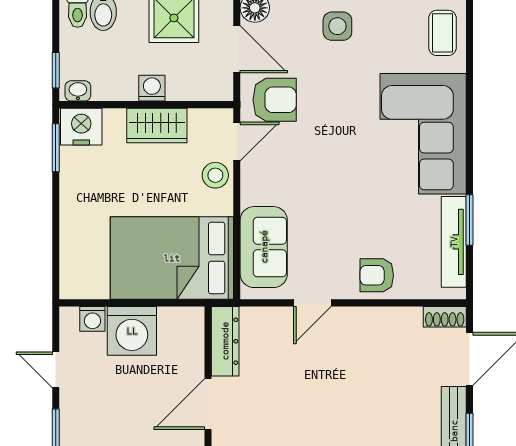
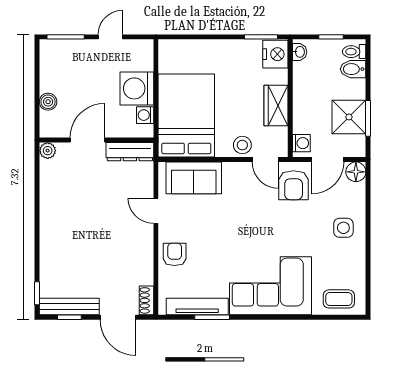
window: (56, 70) -> (331, 37), moved
washing machine: (152, 88) -> (301, 143), moved
washing machine: (92, 319) -> (145, 115), moved
door: (208, 404) -> (87, 140), hinge flipped

